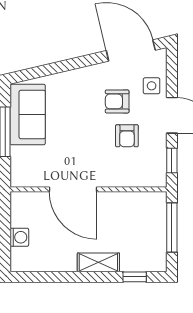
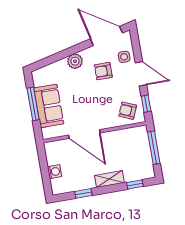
plant: (78, 80) -> (75, 61), added
sofa: (28, 114) -> (49, 106), moved
armchair: (127, 136) -> (128, 111), moved, turned 113
window: (56, 277) -> (83, 193), added

